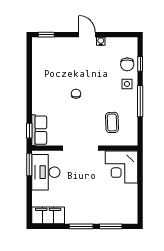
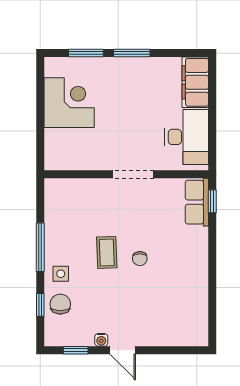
window: (46, 35) -> (76, 350), moved
coffee table: (112, 122) -> (107, 252), moved
doorway: (80, 148) -> (133, 174), width x0.73
window: (29, 164) -> (212, 149), removed
corner desk: (122, 167) -> (69, 103), moved
filing cabinet: (48, 215) -> (195, 82), moved, turned 90

